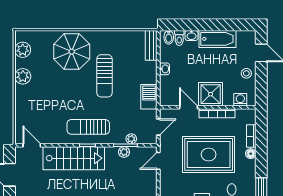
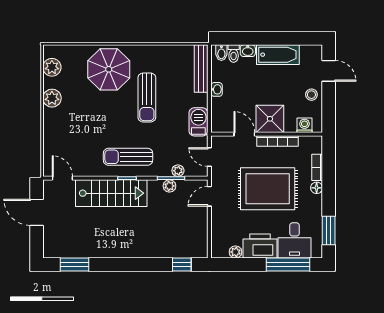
bench: (151, 45) -> (201, 69), width x1.36
door: (158, 127) -> (209, 157), swing flipped

